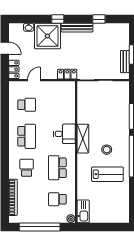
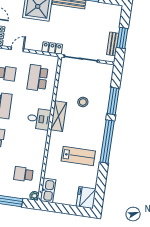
desk: (64, 134) -> (39, 119), moved
stool: (107, 150) -> (83, 102), moved
school desk: (57, 168) -> (38, 78), moved
fridge: (121, 213) -> (86, 198), added

